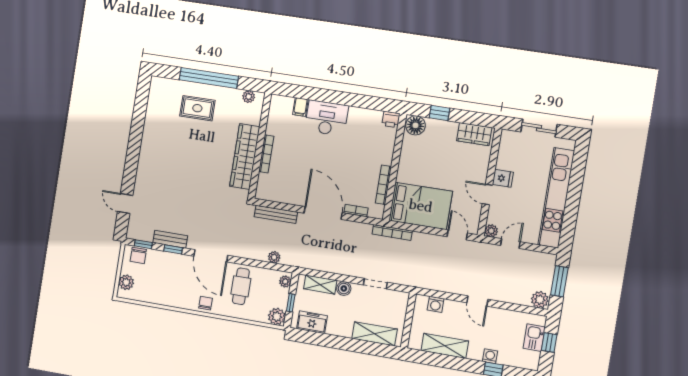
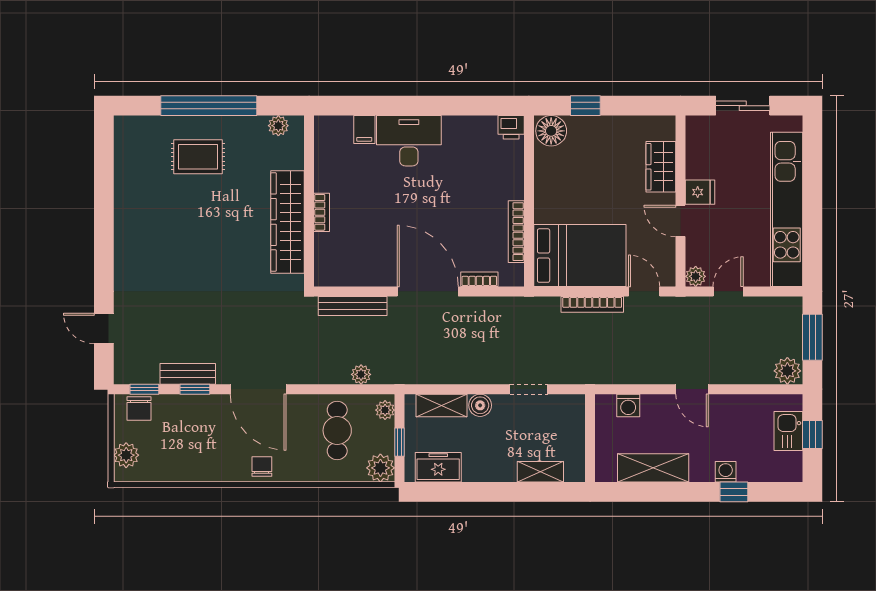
wardrobe: (474, 134) -> (661, 167), moved, turned 90
bookcase: (266, 154) -> (322, 212), width x0.64
bookcase: (392, 232) -> (592, 304), moved
cafe table: (241, 286) -> (337, 430), moved
shelving: (375, 334) -> (540, 472), width x0.67, depth x0.75

